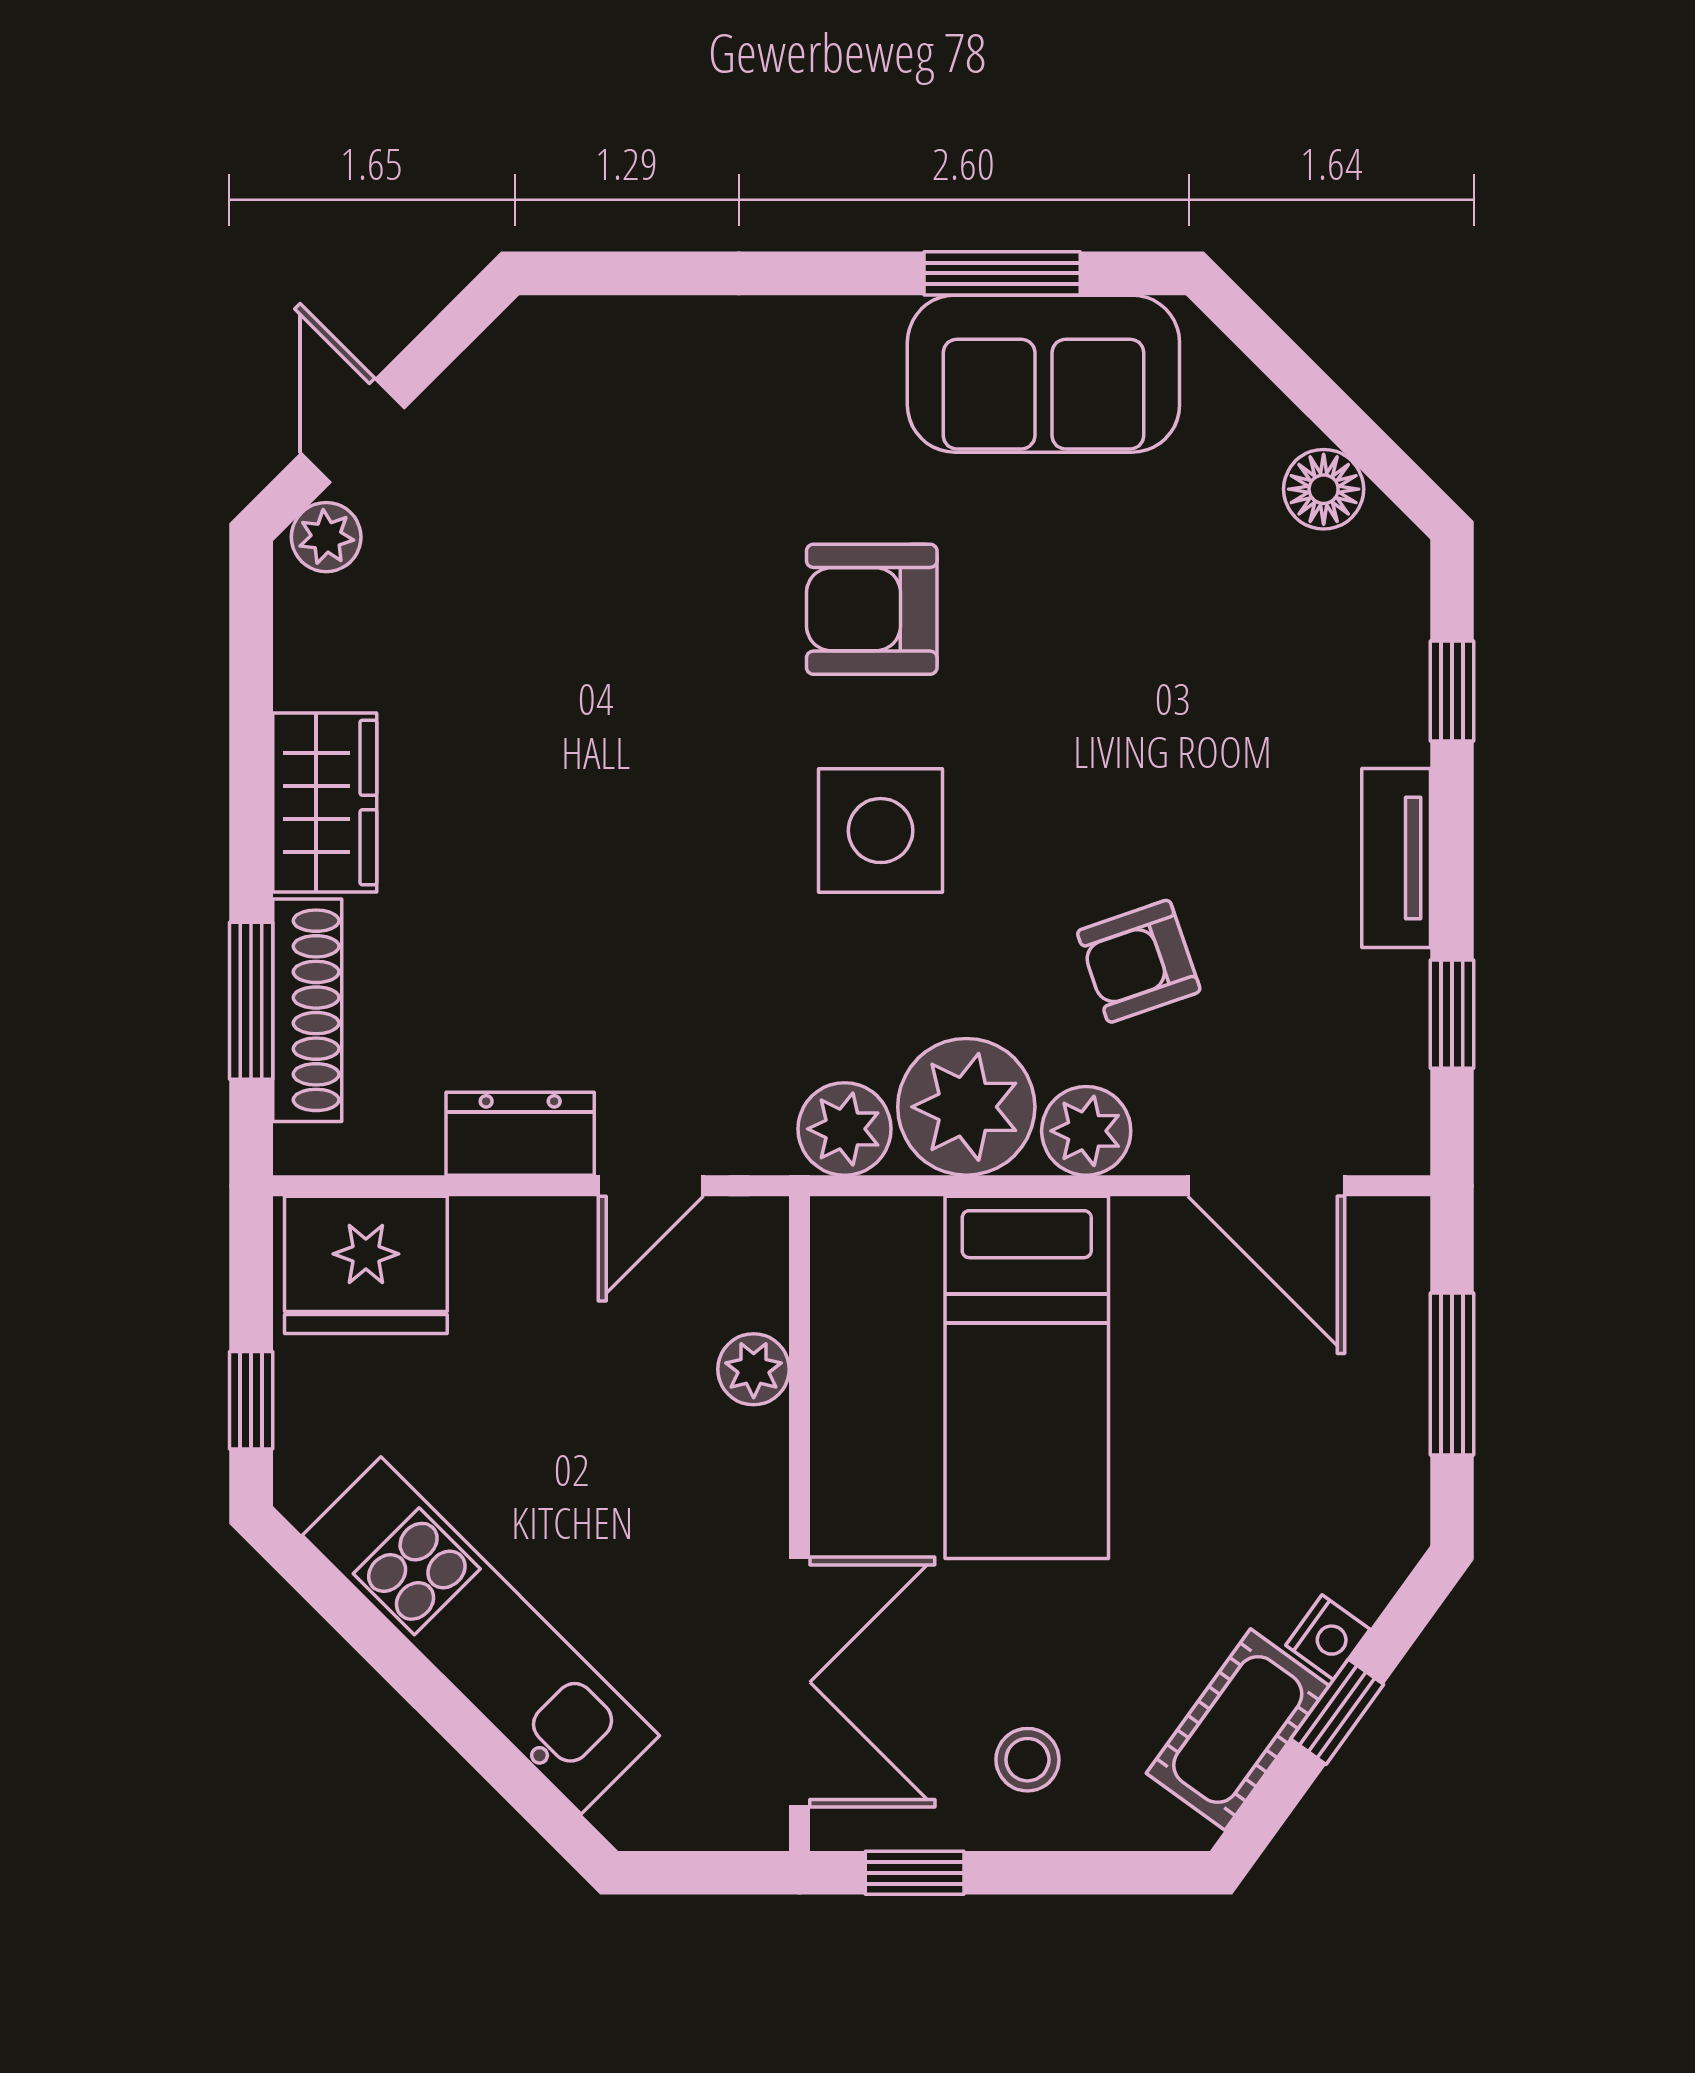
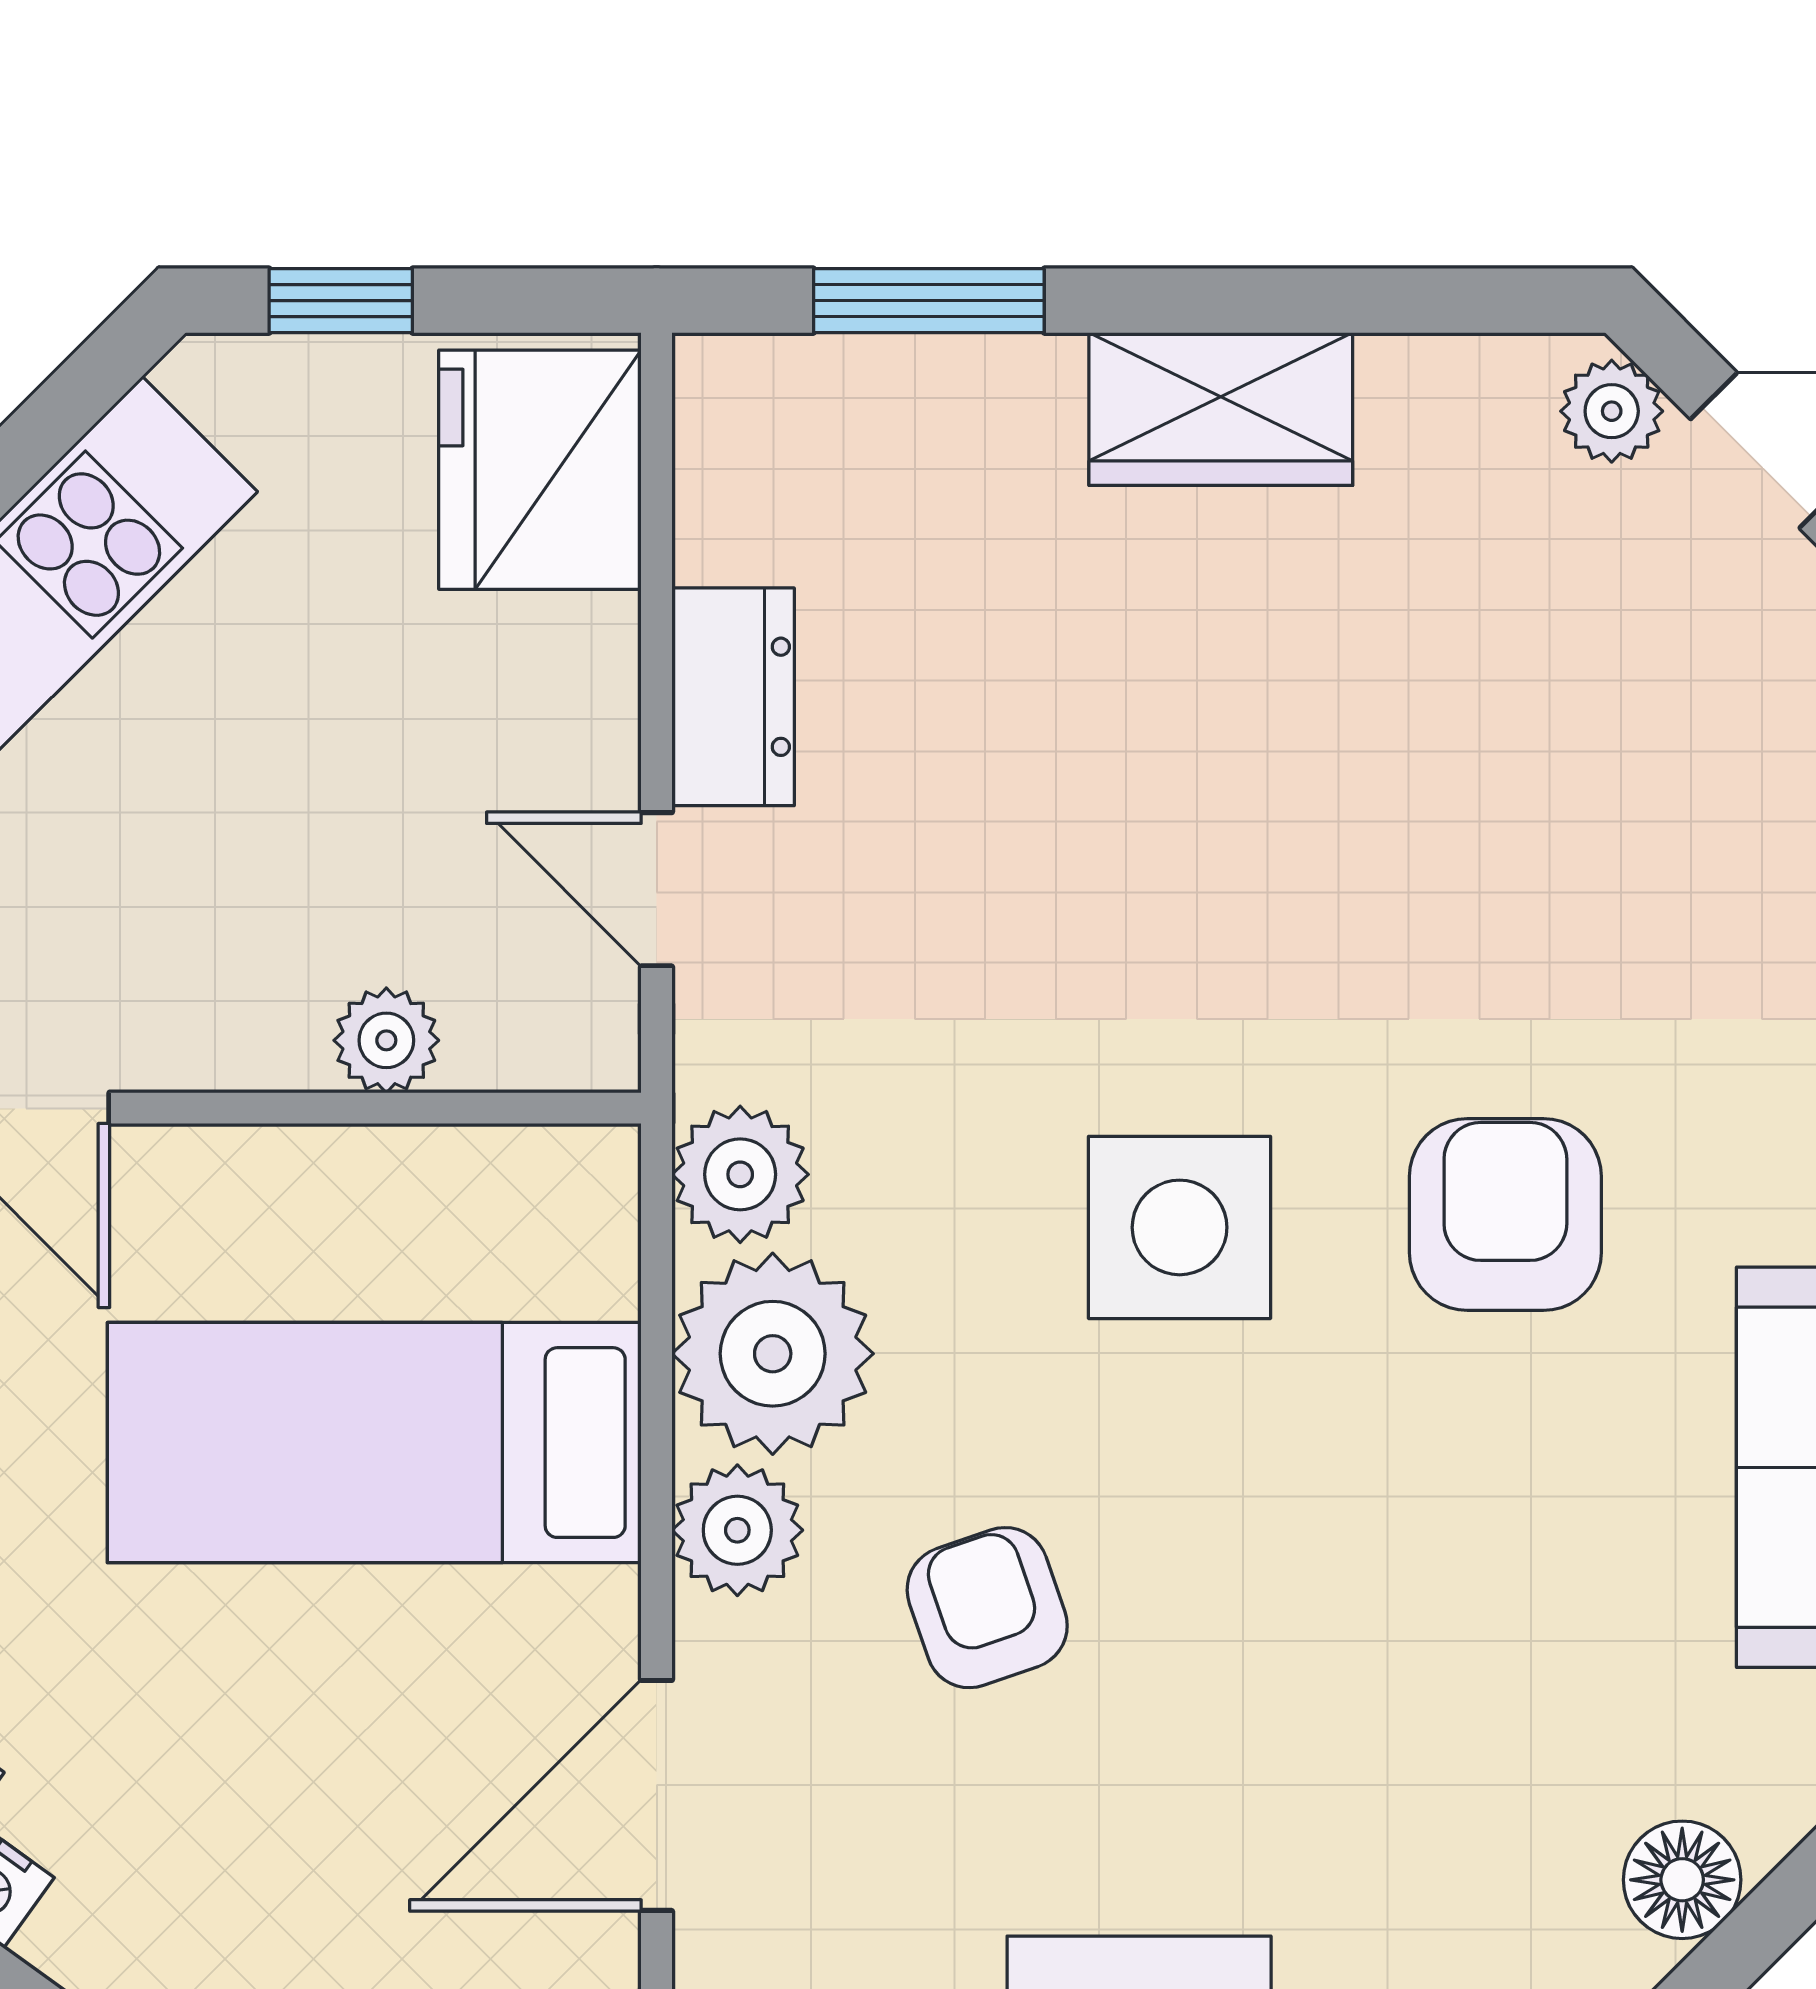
shoe rack: (307, 1010) -> (915, 383), removed

